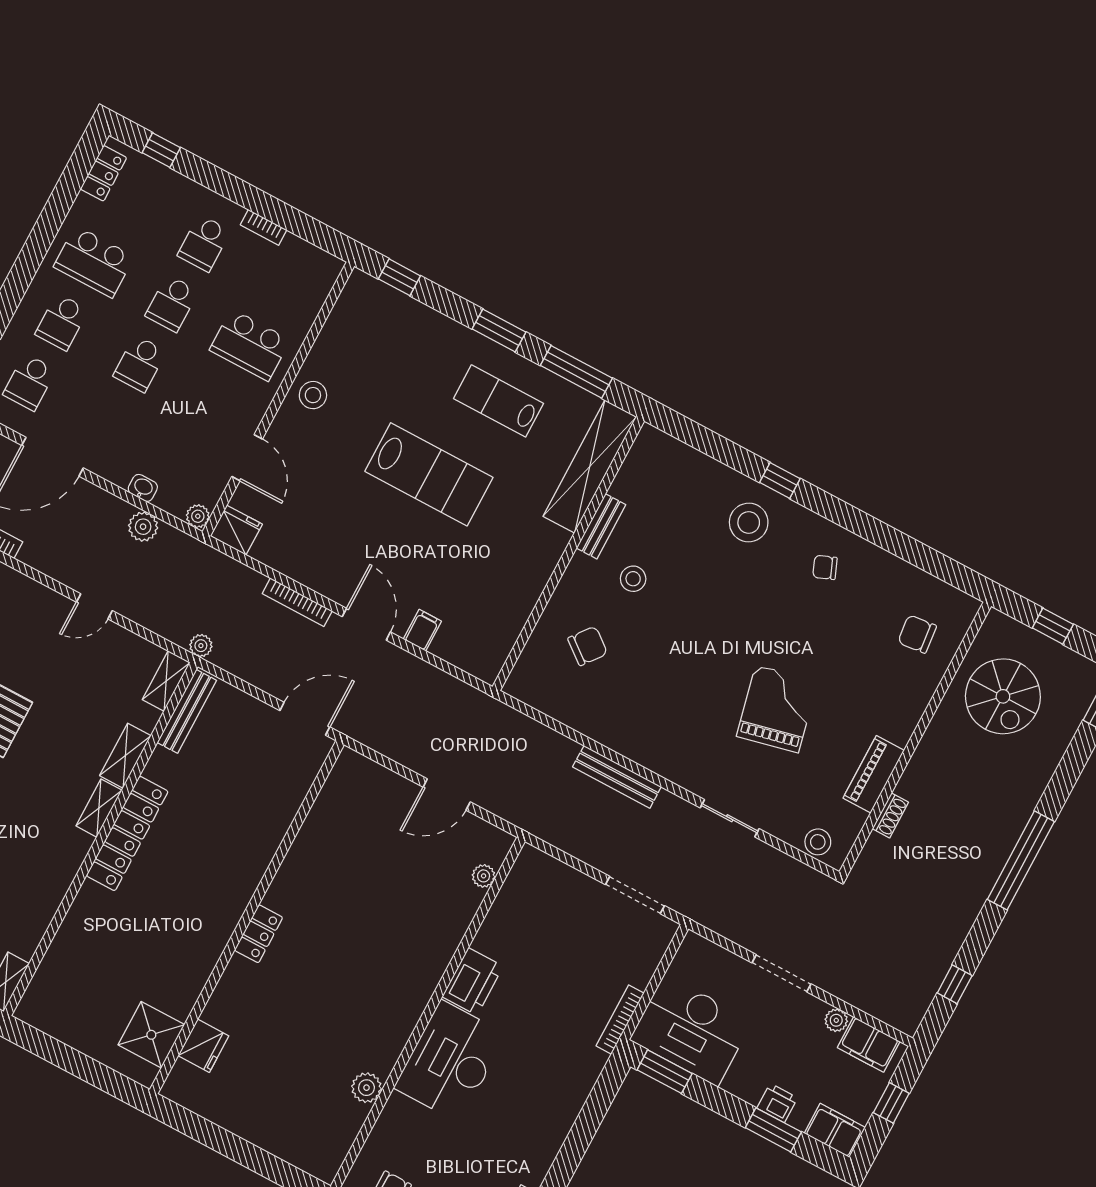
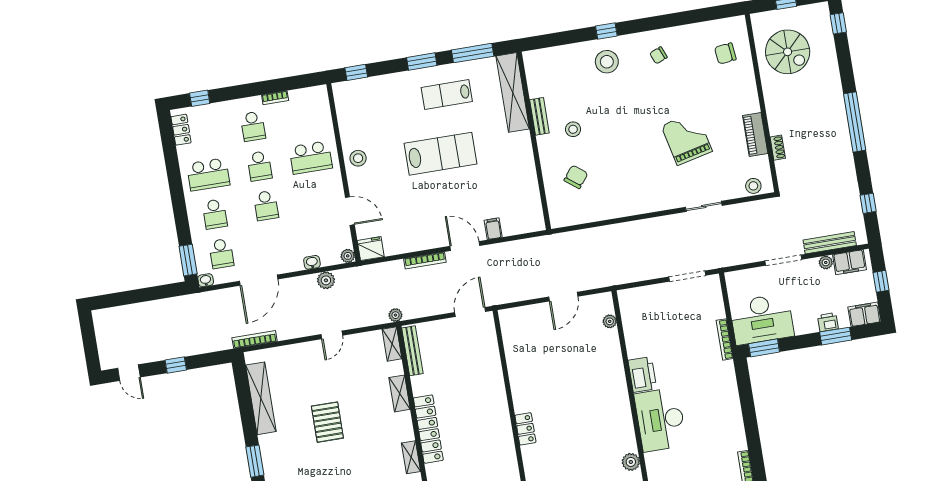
bench: (617, 777) -> (830, 243), moved
shelving: (99, 808) -> (411, 457), moved

